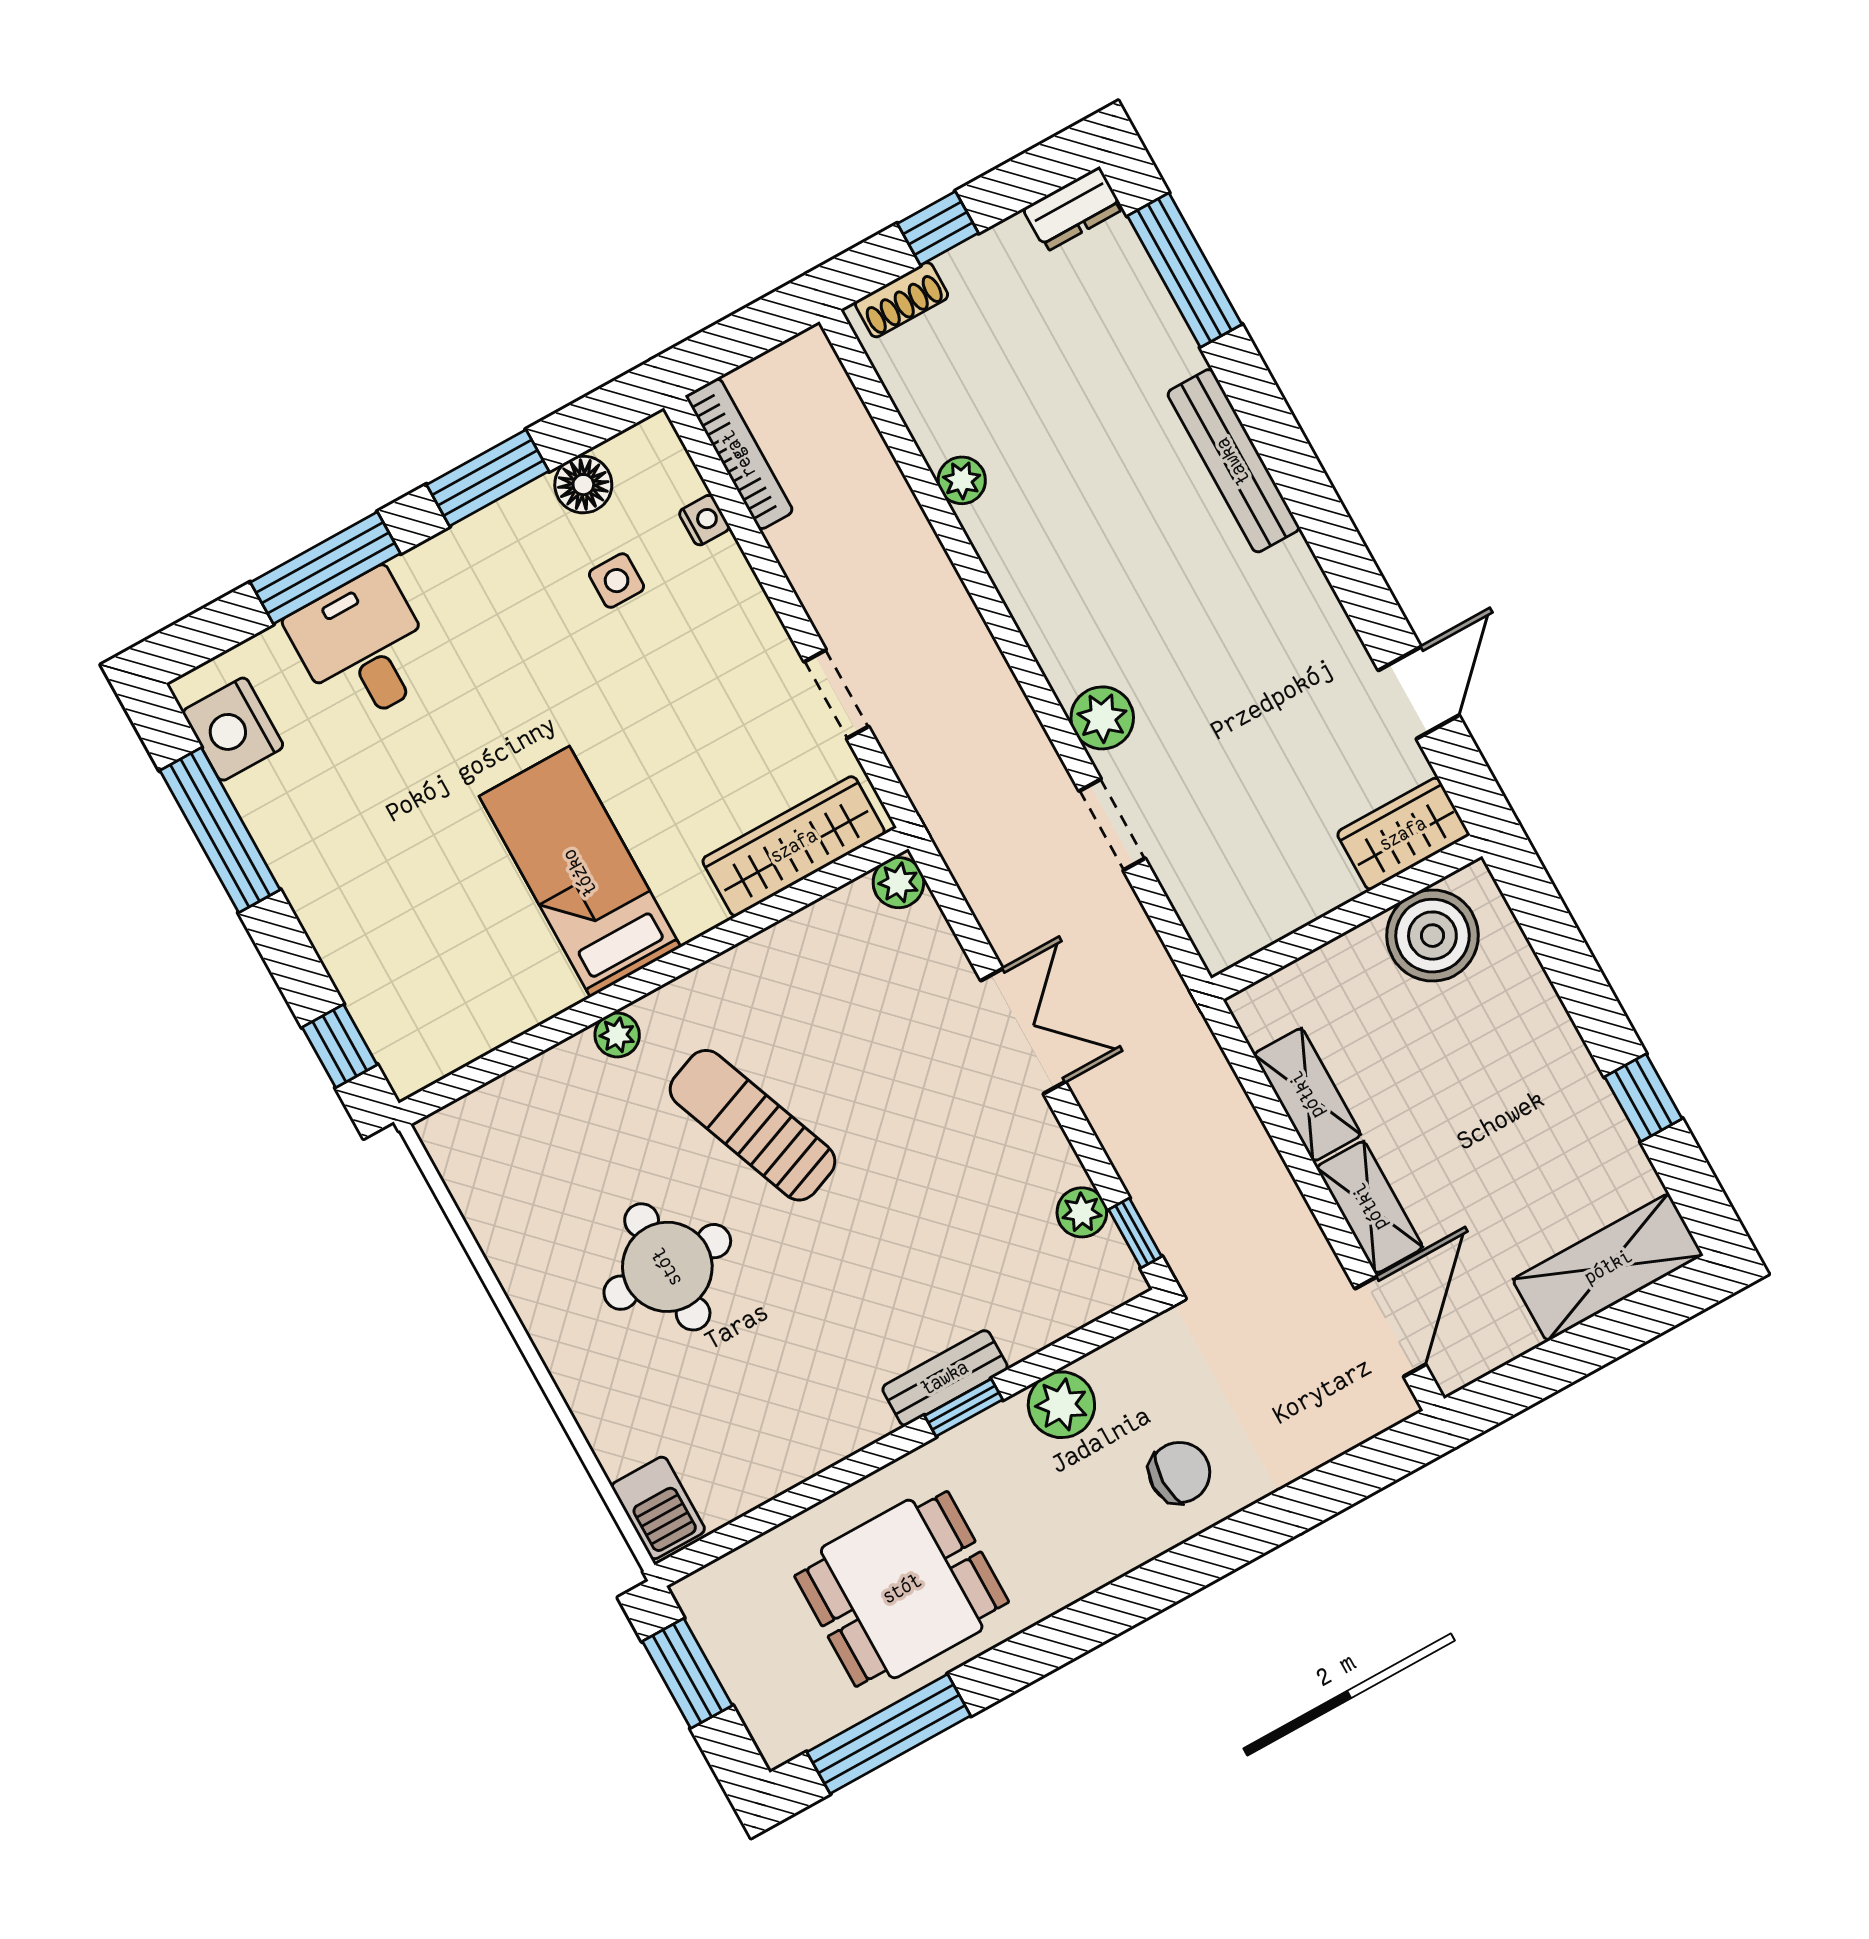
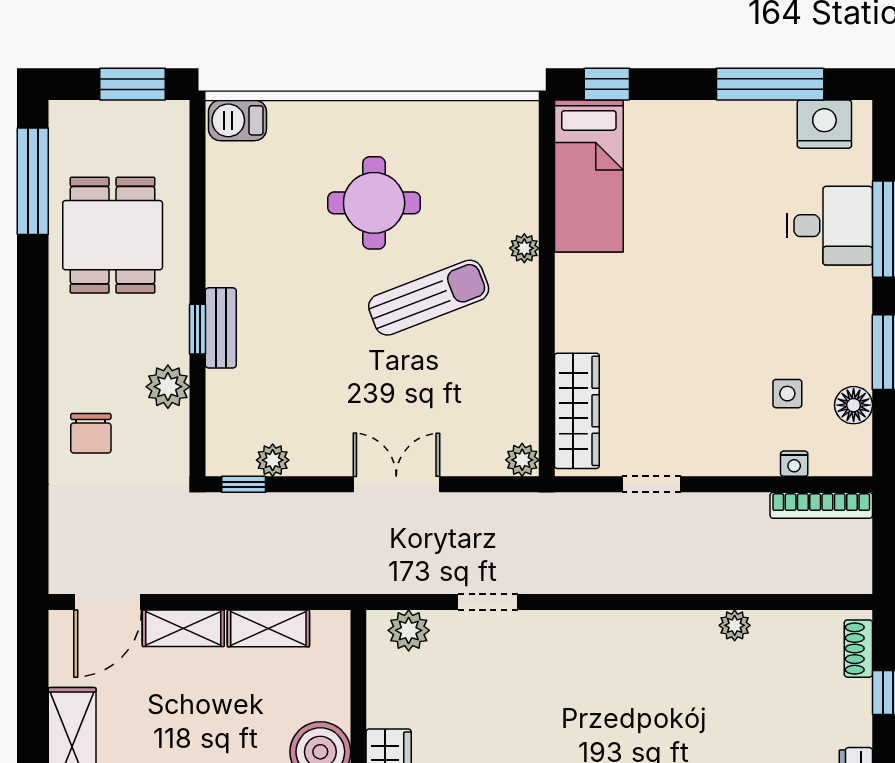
plant: (1102, 718) -> (409, 630), moved
bed: (580, 872) -> (589, 176), moved, turned 90
double door: (1023, 1031) -> (396, 484), swing flipped
door: (1390, 1326) -> (108, 602), hinge flipped

